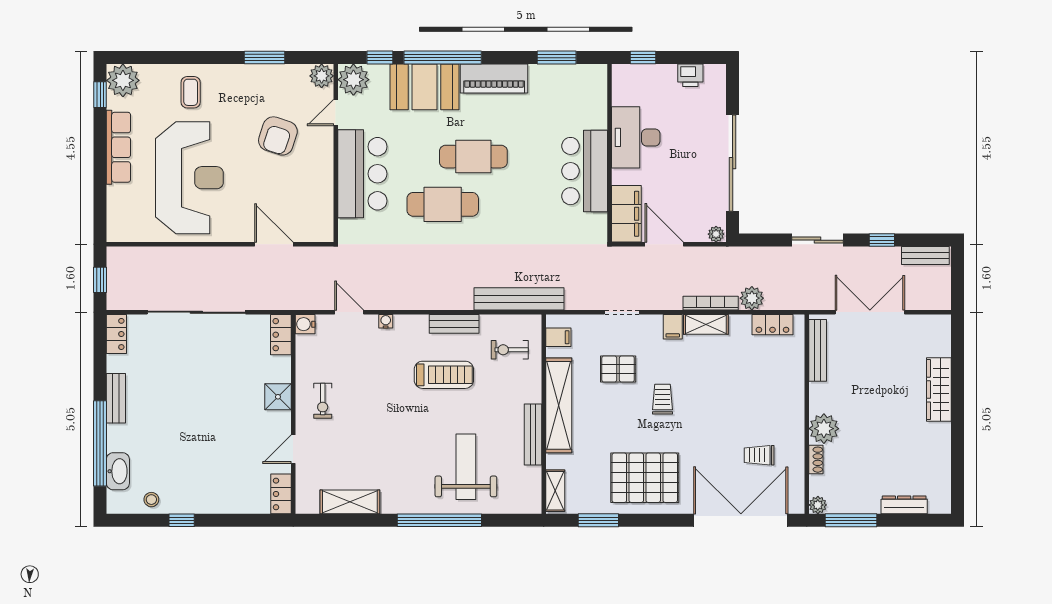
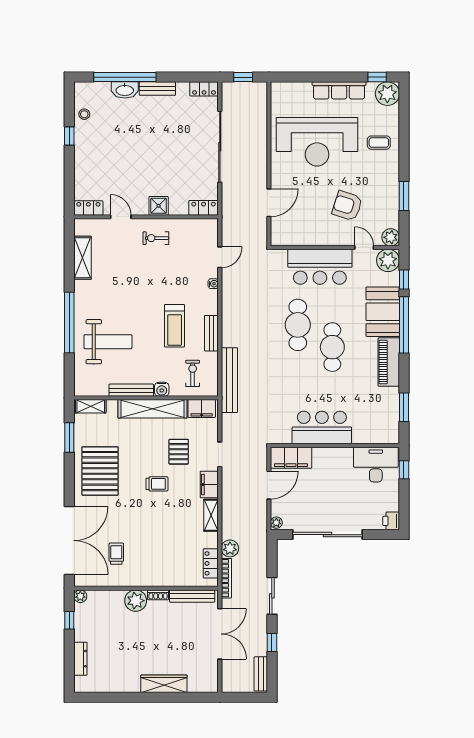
printer: (690, 75) -> (391, 521), moved
desk: (636, 137) -> (376, 465), moved
bookcase: (711, 303) -> (226, 578), moved
water cooler: (305, 324) -> (162, 389), moved, turned 180
filing cabinet: (673, 327) -> (209, 485), width x2.00
filing cabinet: (558, 337) -> (202, 409), width x2.00
shoe rack: (816, 460) -> (158, 595), moved
washbasin: (118, 471) -> (125, 90), moved
window: (851, 520) -> (69, 620), width x0.46

